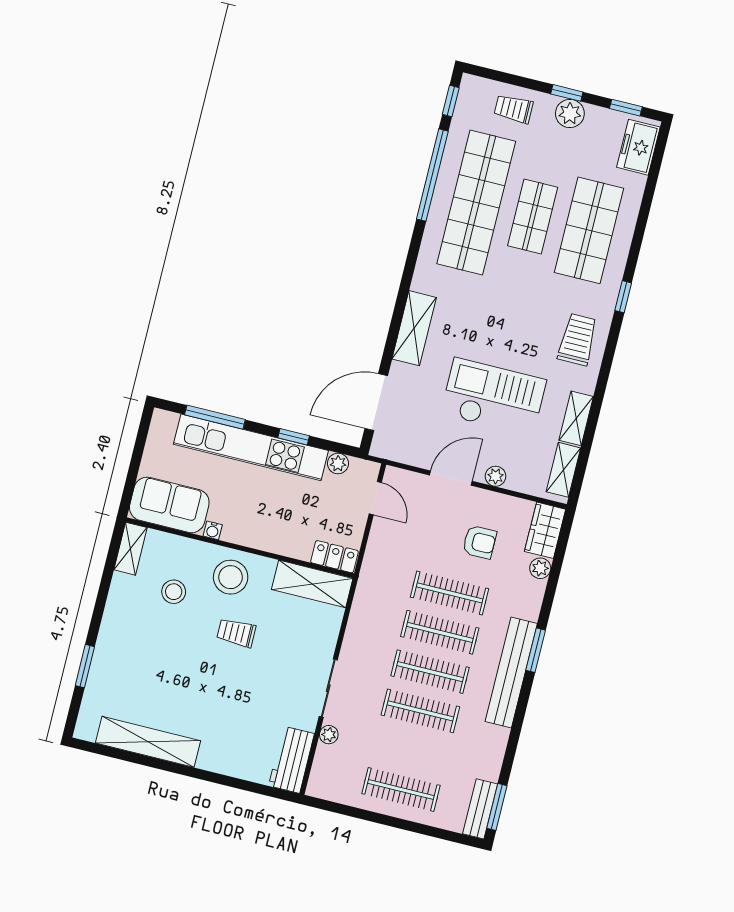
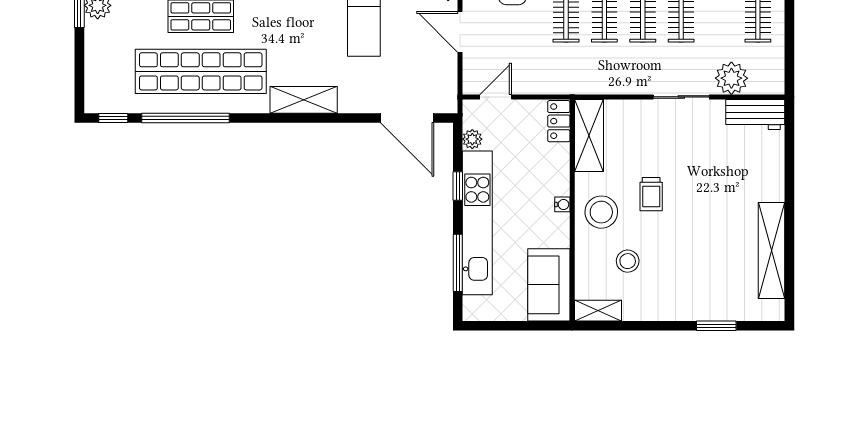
trolley: (514, 109) -> (106, 58), removed
shelving: (414, 328) -> (304, 100), moved
water cooler: (213, 530) -> (562, 204), moved
plant: (329, 735) -> (731, 78), width x1.88, depth x1.88

